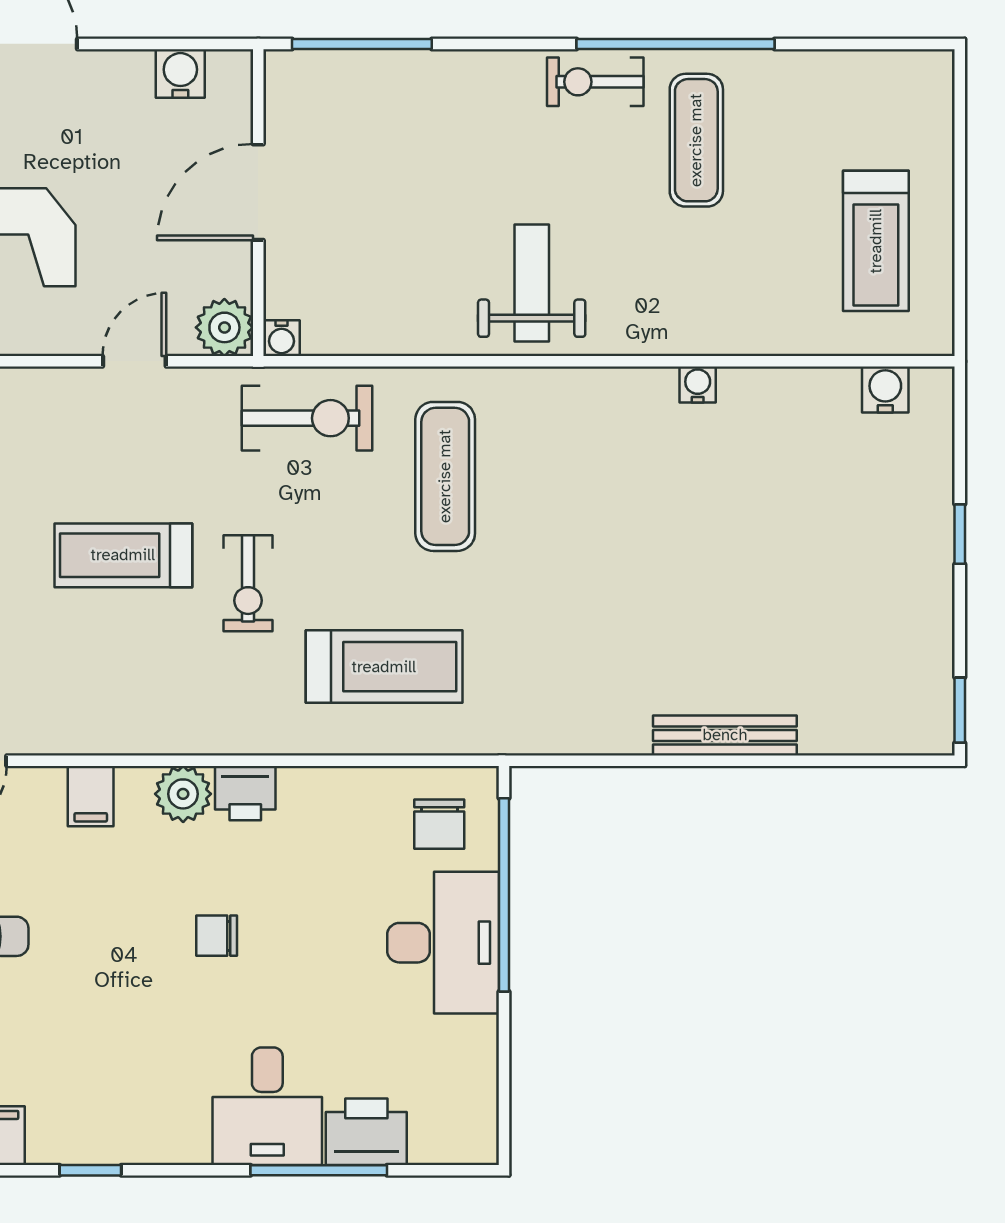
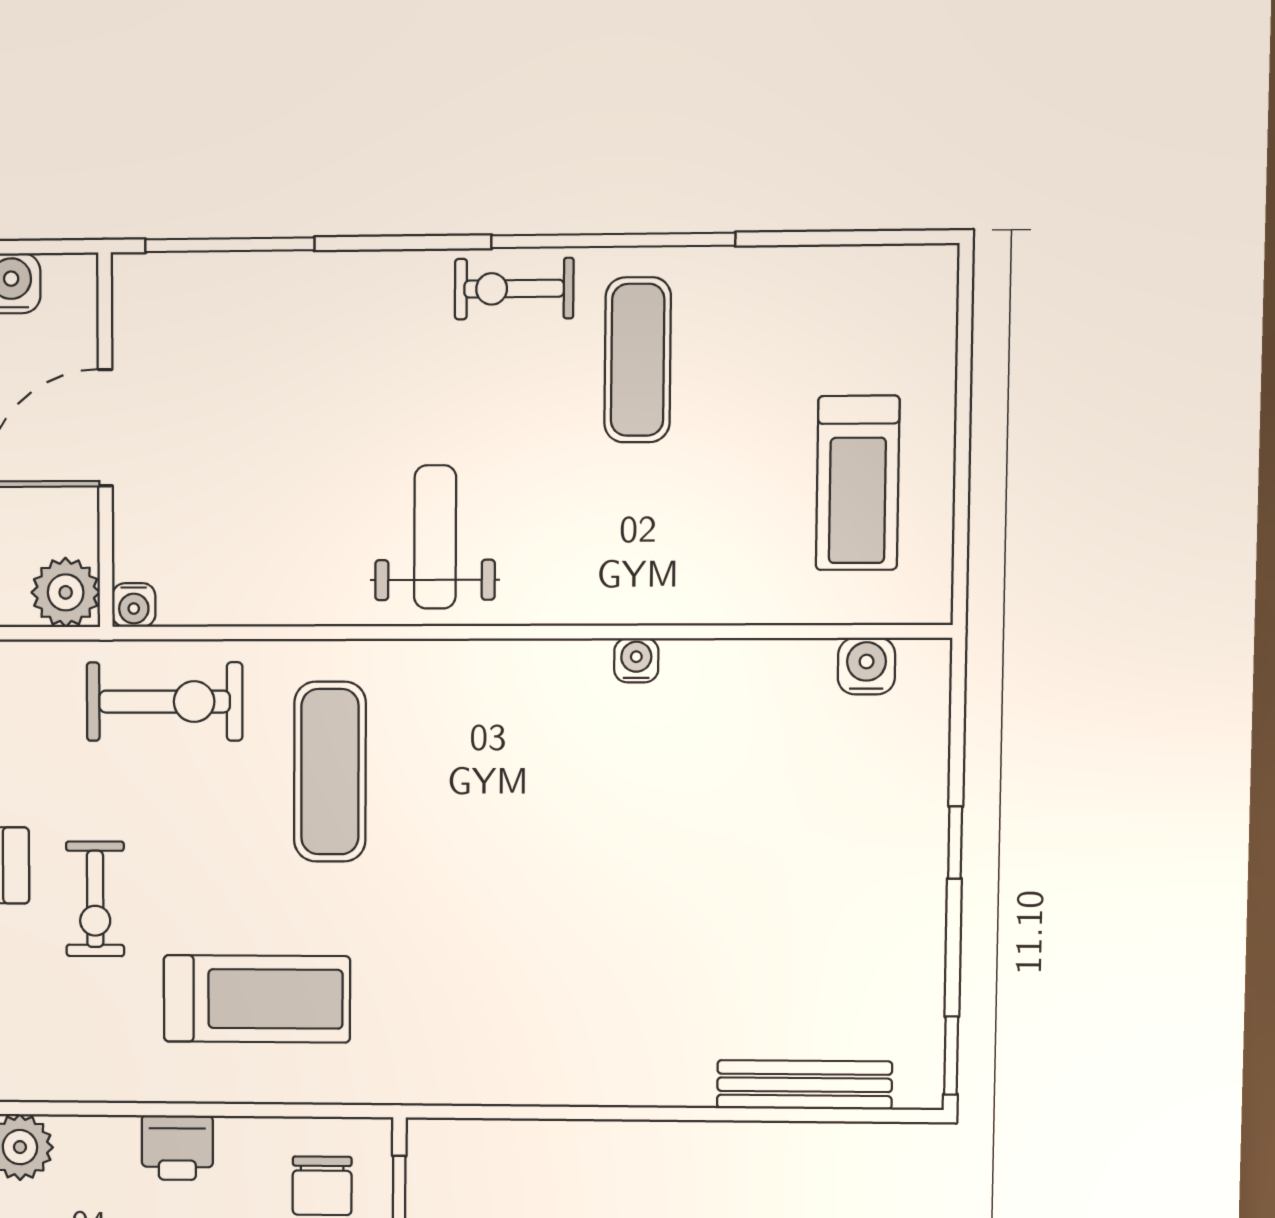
bench: (725, 735) -> (804, 1085), moved
printer: (245, 793) -> (177, 1148), moved

